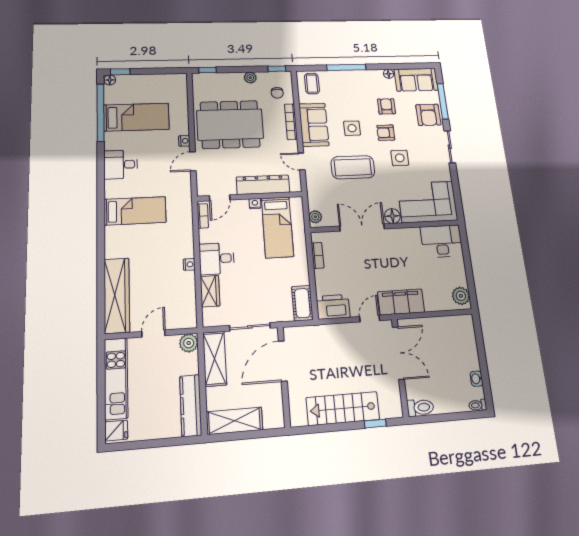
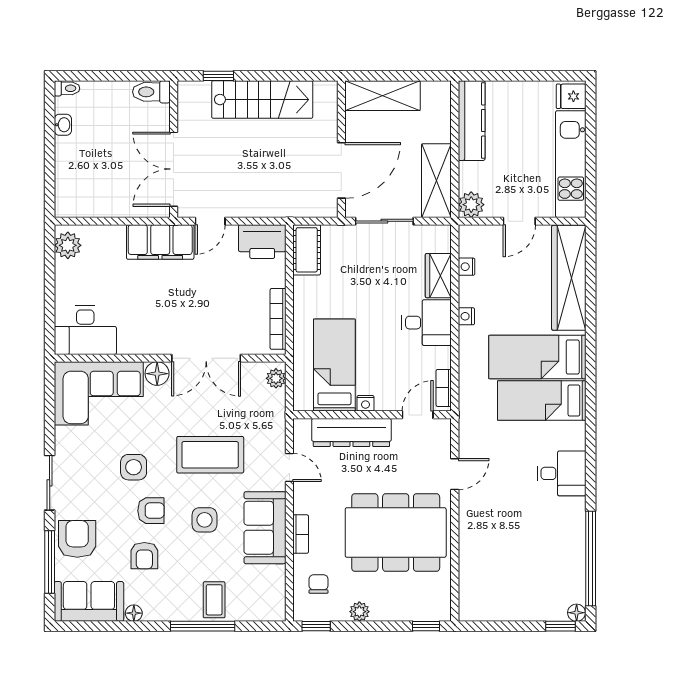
coffee table: (312, 84) -> (214, 600), moved
bed: (136, 117) -> (537, 357), moved
bookcase: (291, 122) -> (301, 534), width x0.64
nightstand: (184, 141) -> (466, 267), moved
bookcase: (318, 255) -> (278, 319), width x1.56
shelving: (234, 421) -> (383, 96), moved

